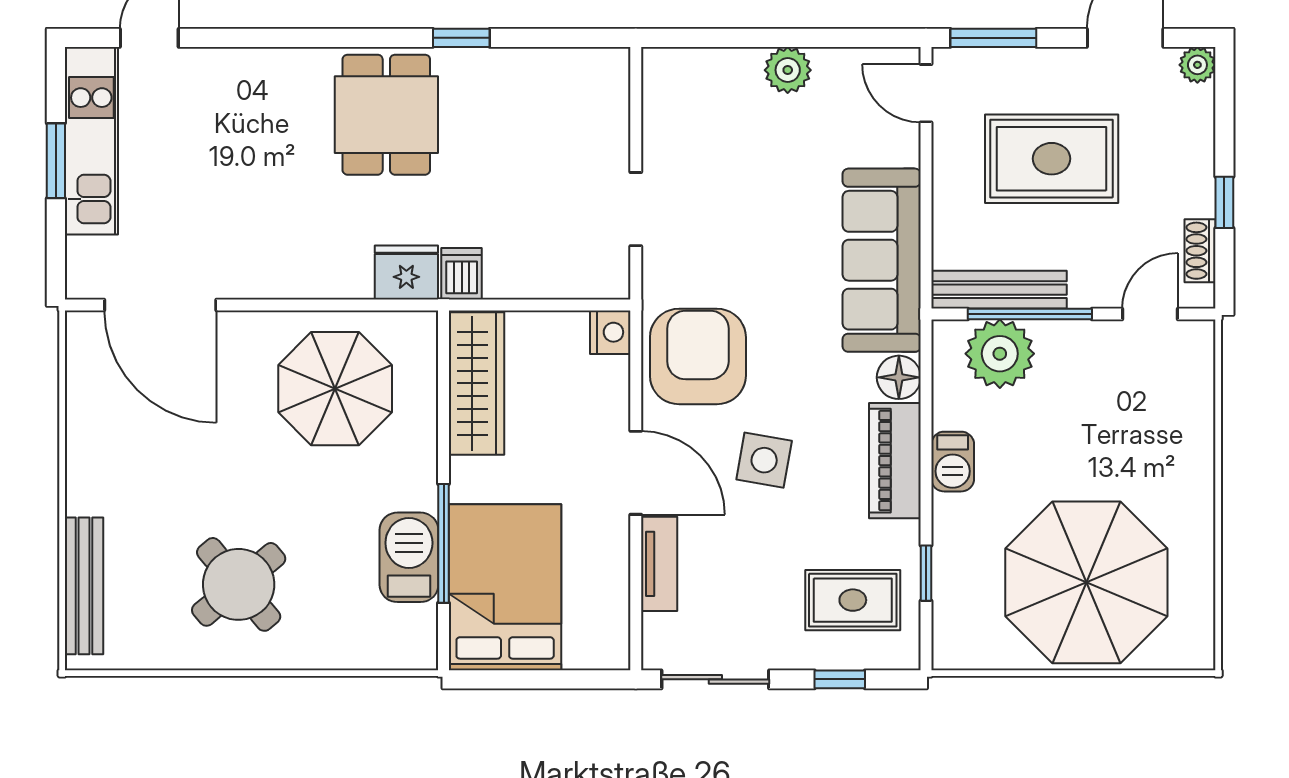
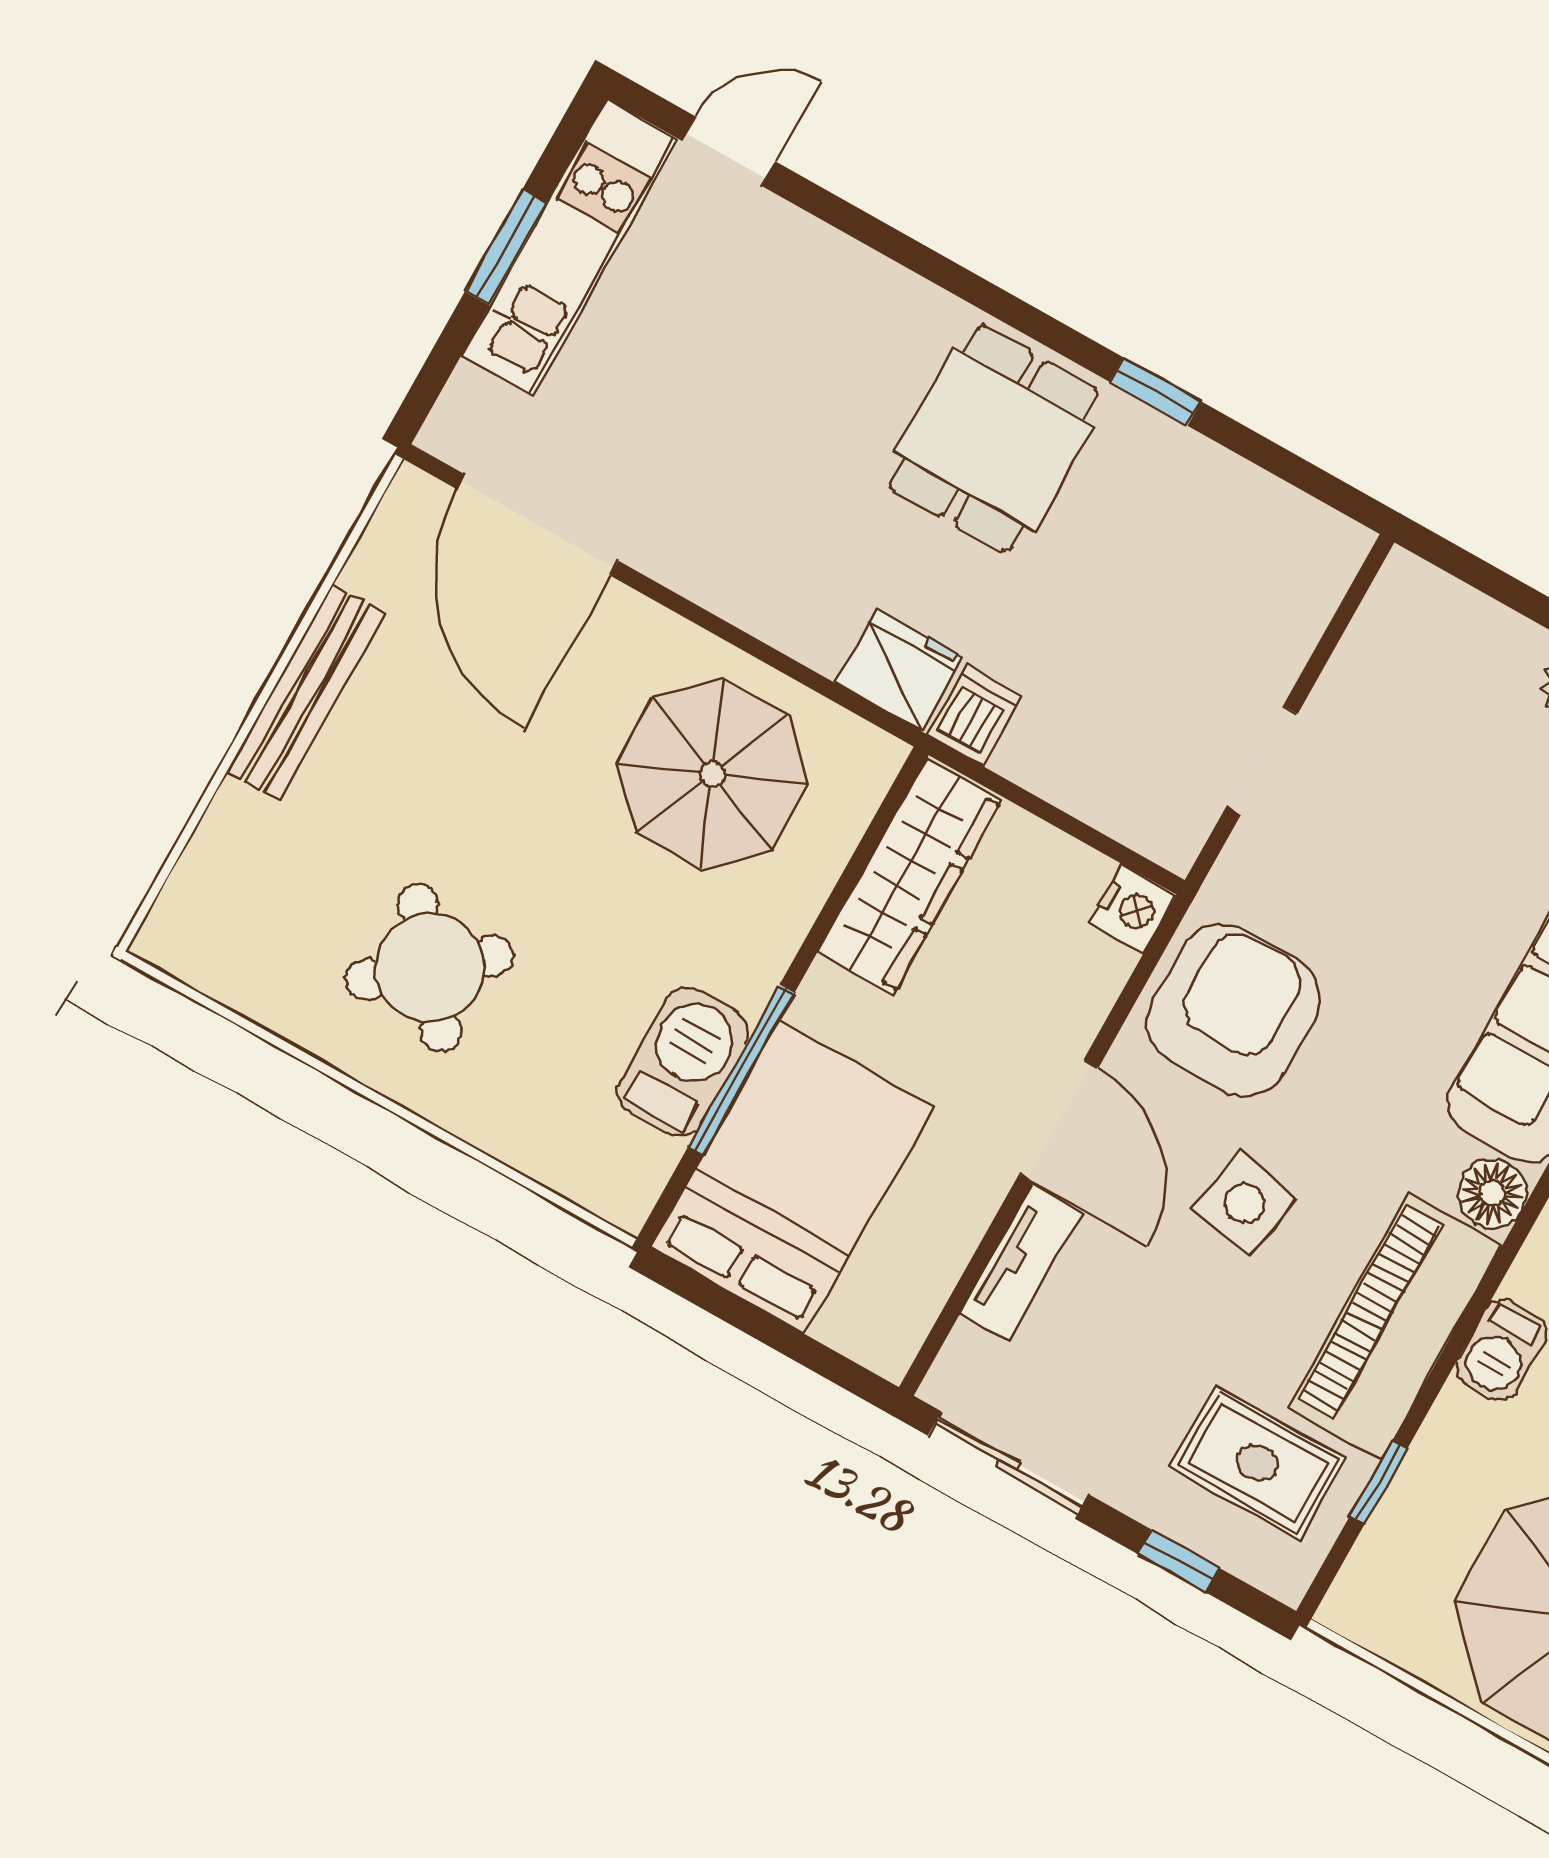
piano: (895, 461) -> (1395, 1326), width x1.37, depth x1.33
bench: (84, 586) -> (306, 693), moved

